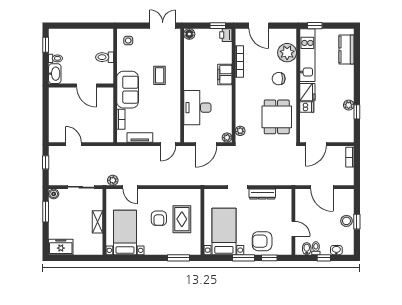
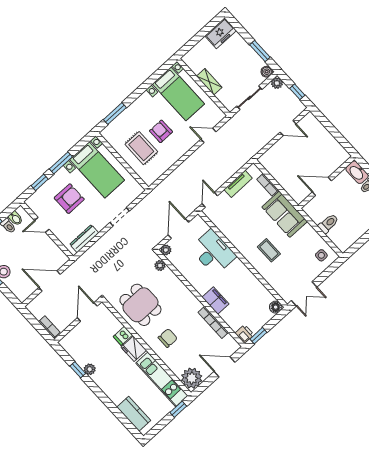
plant: (287, 53) -> (192, 378), moved
plant: (113, 180) -> (277, 83), moved
dresser: (262, 194) -> (84, 239), moved
armchair: (262, 241) -> (69, 199), moved

